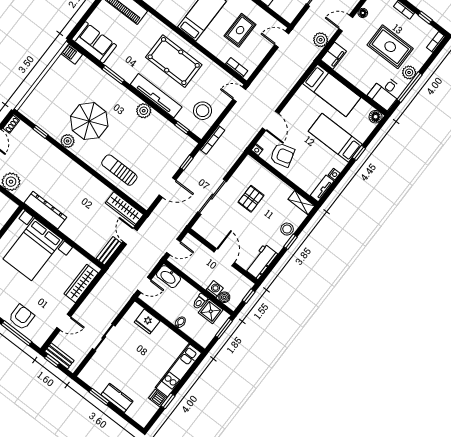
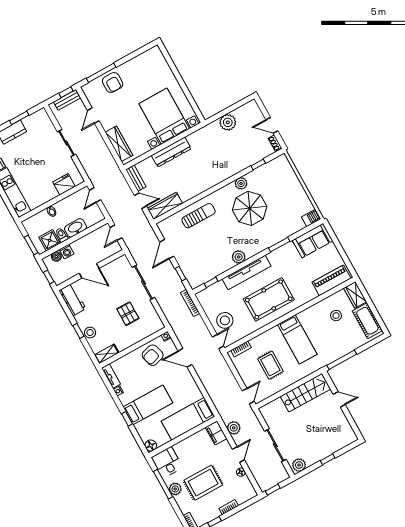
stool: (203, 111) -> (225, 320), moved
dresser: (45, 210) -> (171, 152), moved
washbasin: (169, 277) -> (75, 228), moved

